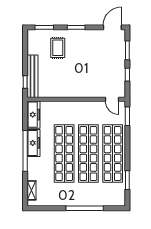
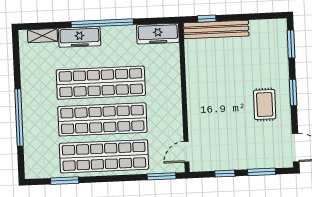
rug: (58, 48) -> (265, 105), moved, turned 90
freezer: (34, 143) -> (79, 37), moved

